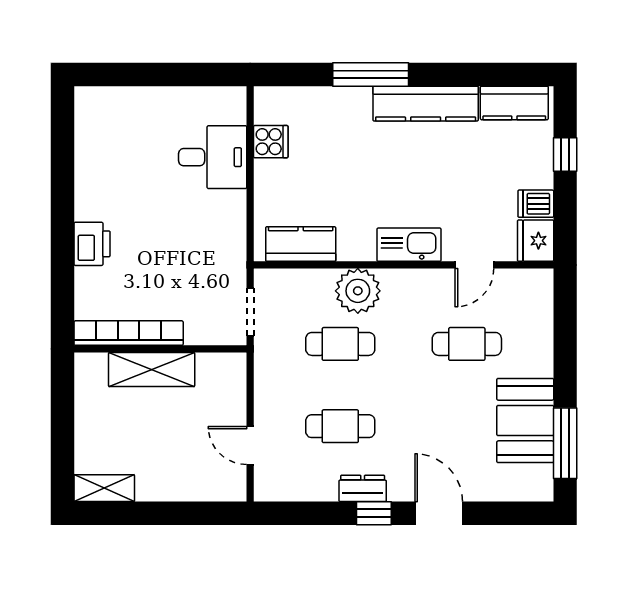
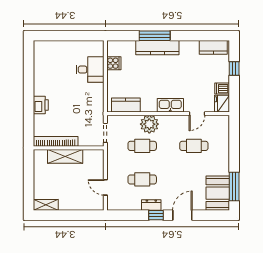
kitchen counter: (426, 104) -> (157, 48), moved
booth: (525, 421) -> (218, 193), moved
door: (439, 513) -> (182, 215), hinge flipped

